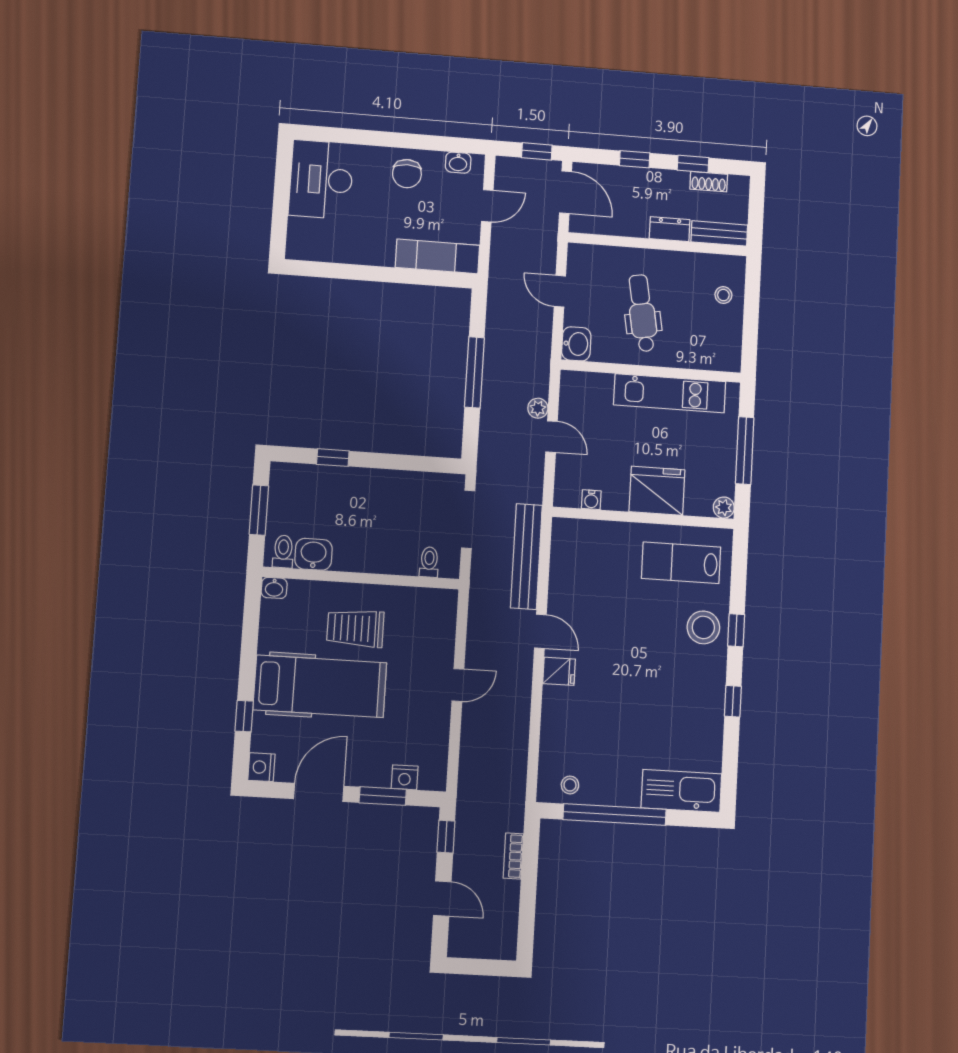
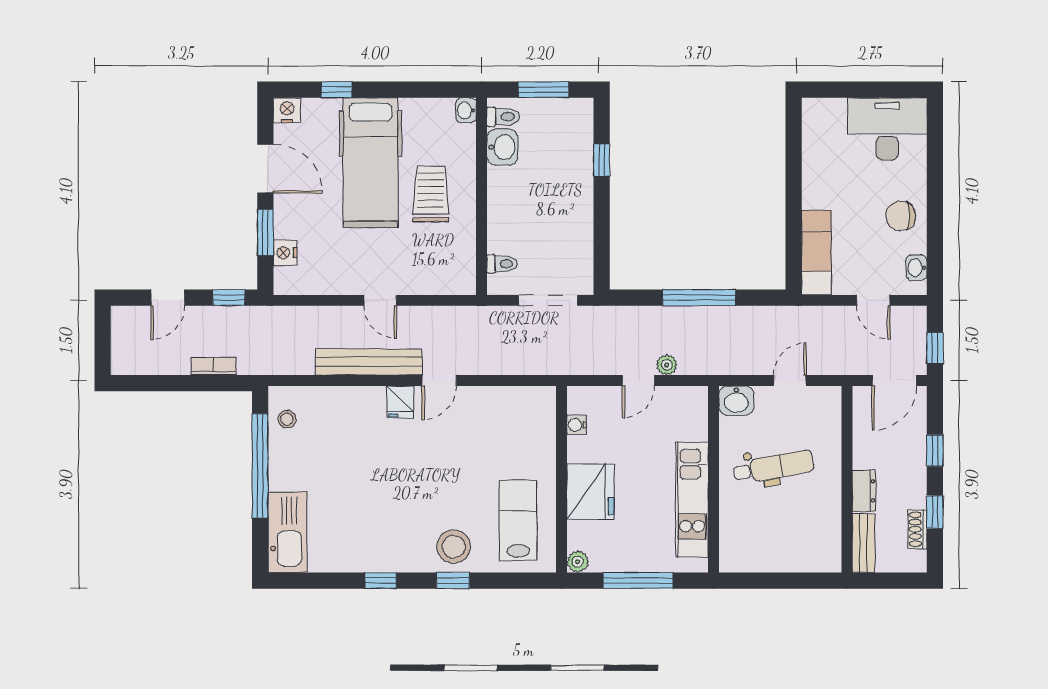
stool: (723, 295) -> (799, 551), removed
bench: (526, 556) -> (369, 362), moved

